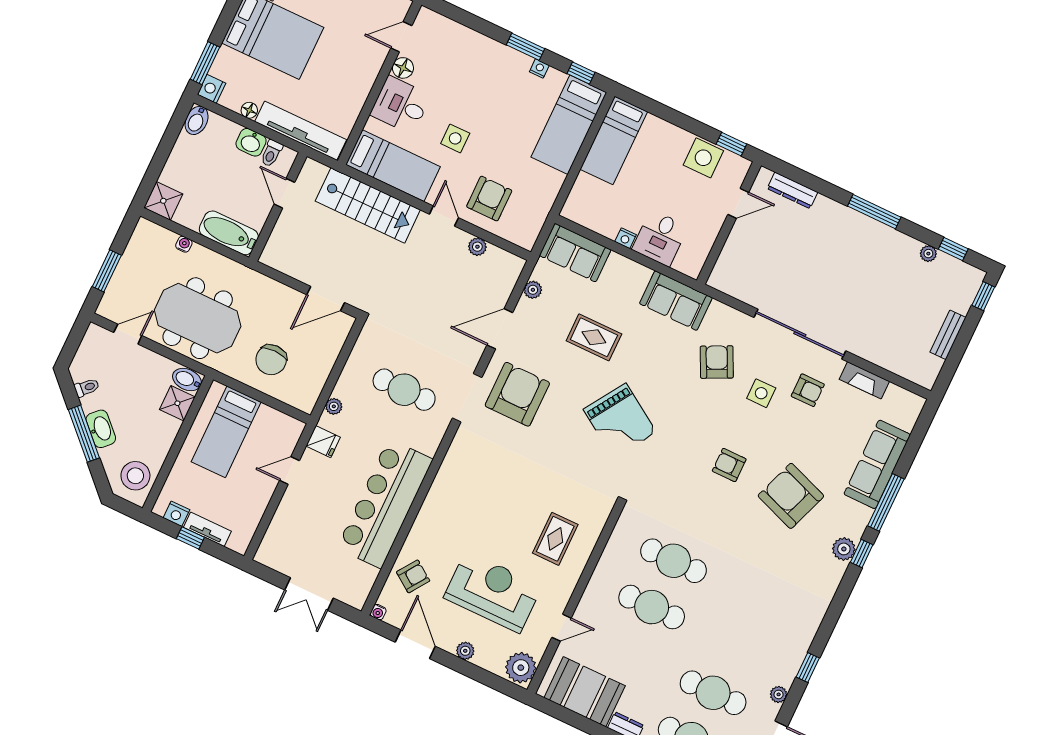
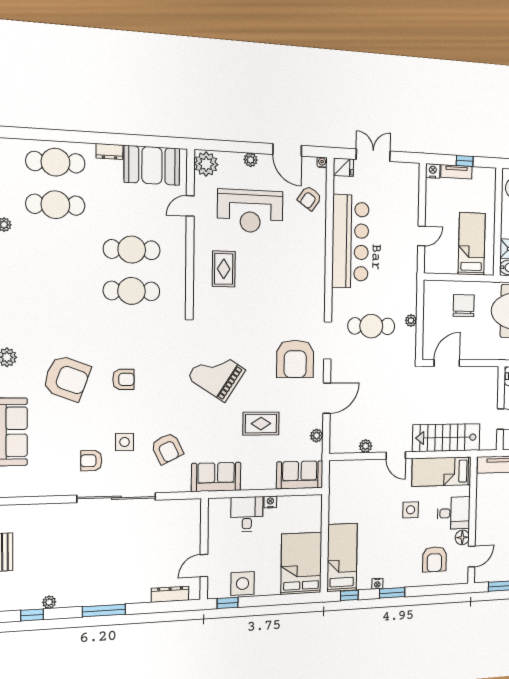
bed: (614, 140) -> (301, 563), width x1.50
armchair: (489, 199) -> (434, 559), moved
fireplace: (864, 380) -> (52, 488), removed
plant: (334, 406) -> (411, 321), moved
fridge: (323, 442) -> (343, 167), moved, turned 180
nightstand: (176, 514) -> (433, 171), moved

